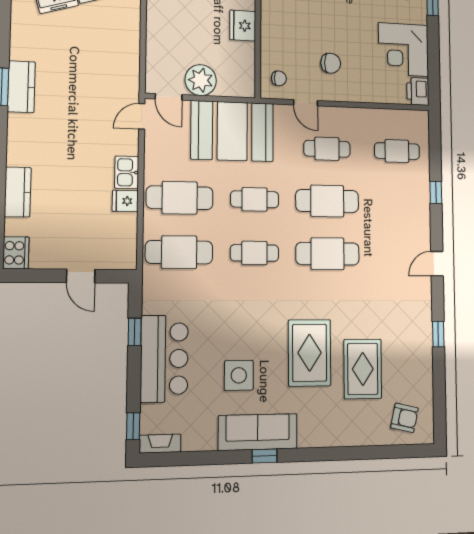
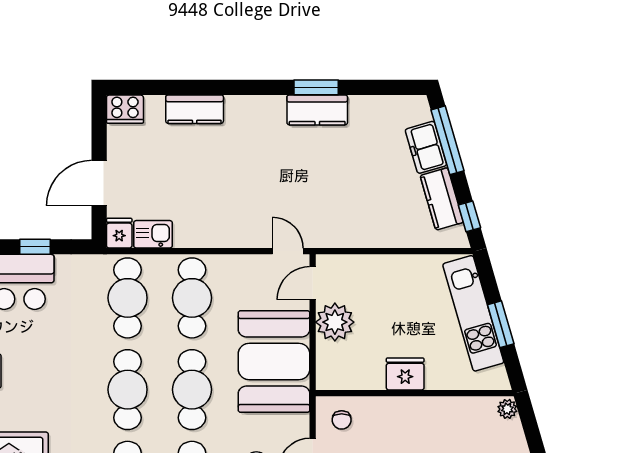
kitchen sink: (127, 172) -> (153, 234), moved
cafe table: (255, 199) -> (192, 390), width x1.37, depth x1.35
fridge: (125, 201) -> (119, 233), moved
cafe table: (254, 253) -> (128, 390), width x1.37, depth x1.35
door: (81, 276) -> (99, 183), width x1.38

